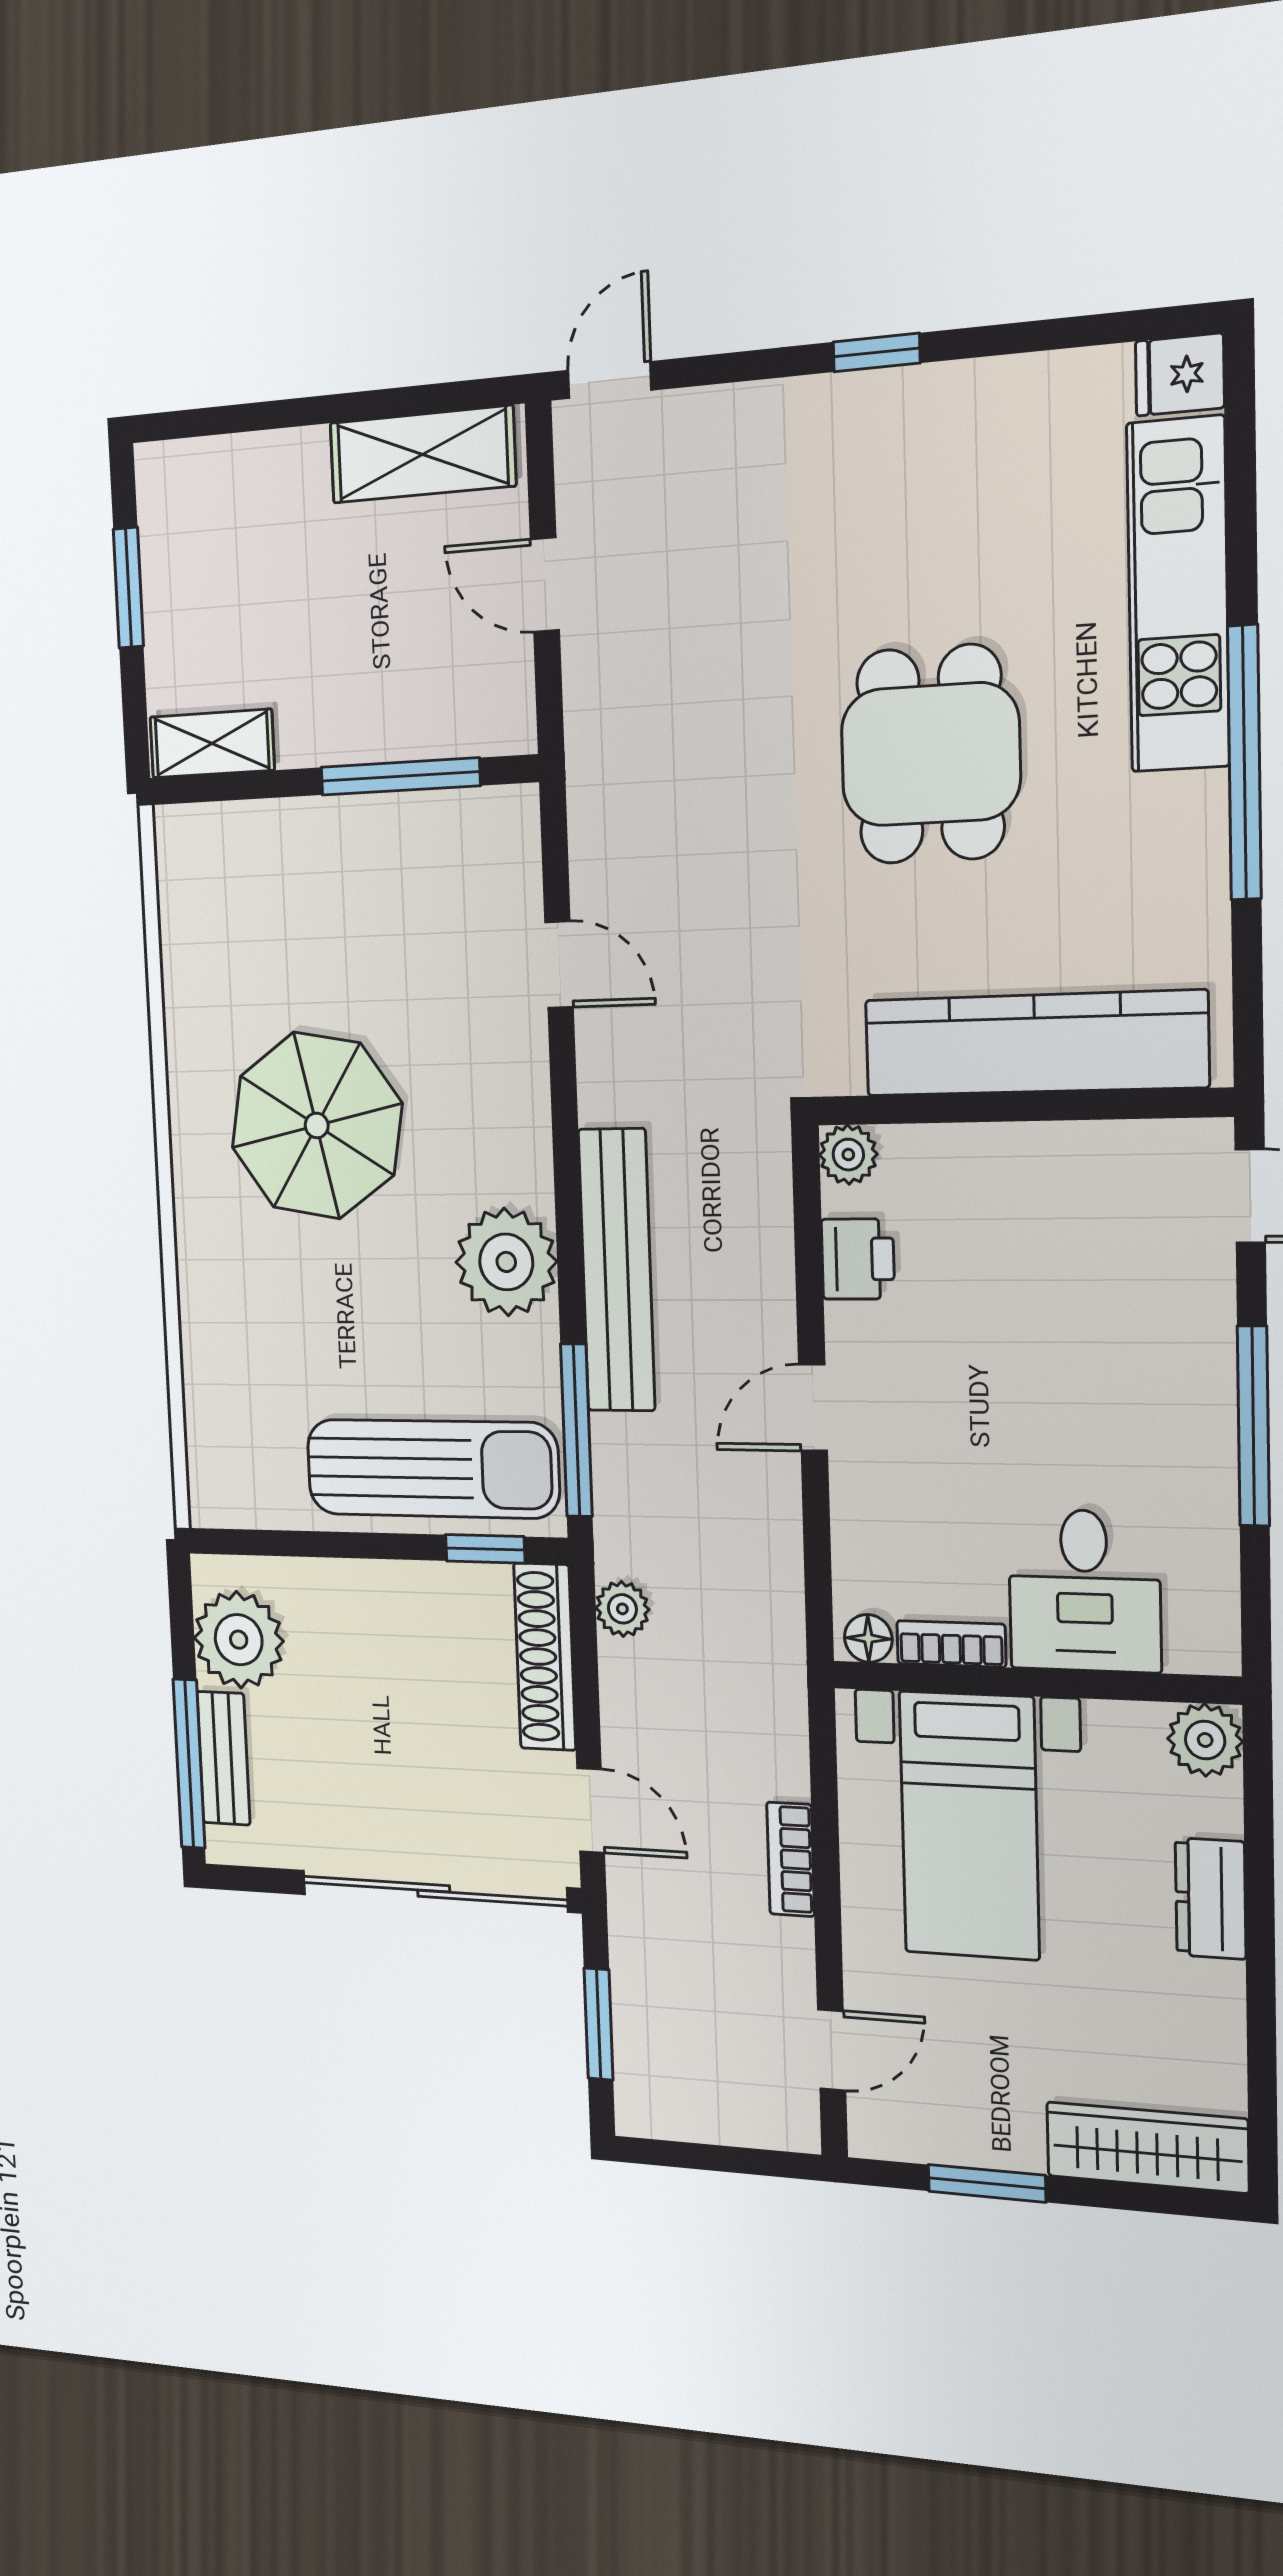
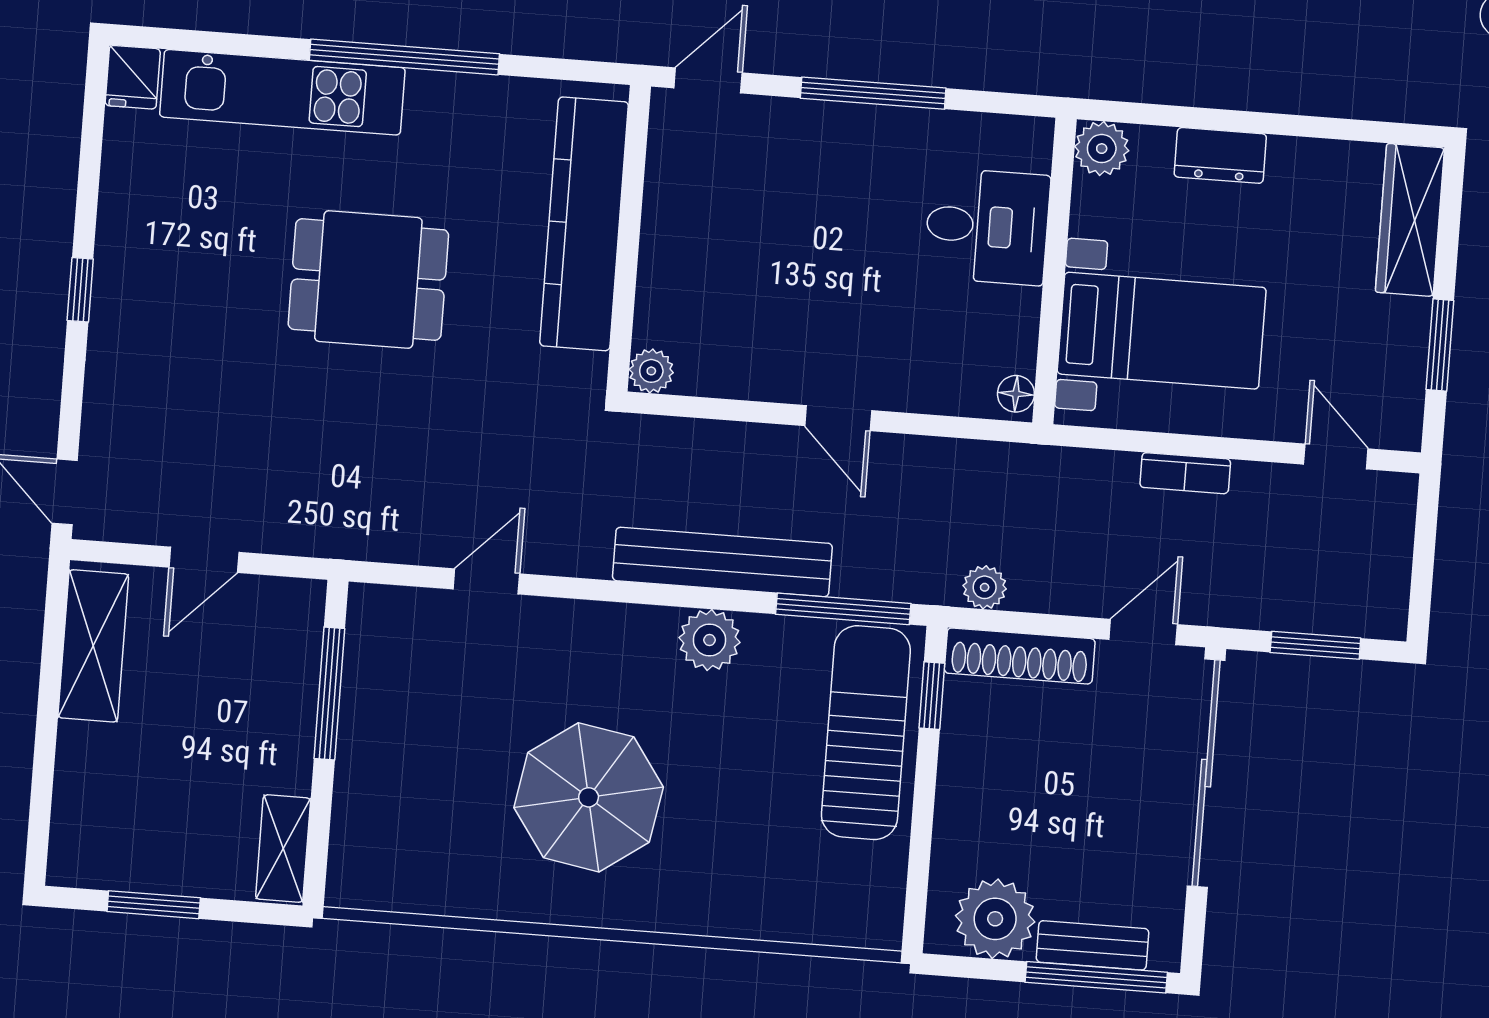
printer: (858, 1259) -> (729, 372), removed
plant: (506, 1262) -> (709, 640), width x0.73, depth x0.73
bookcase: (951, 1644) -> (1023, 330), removed

